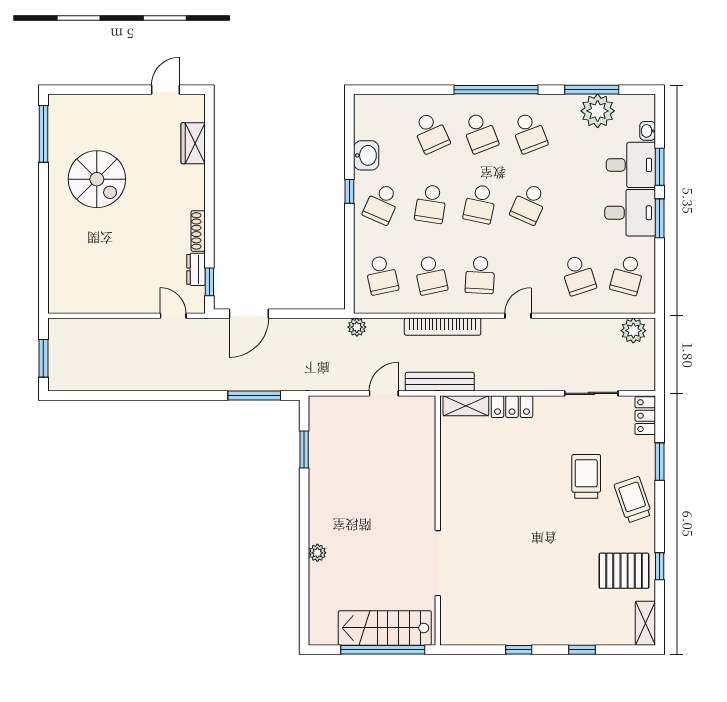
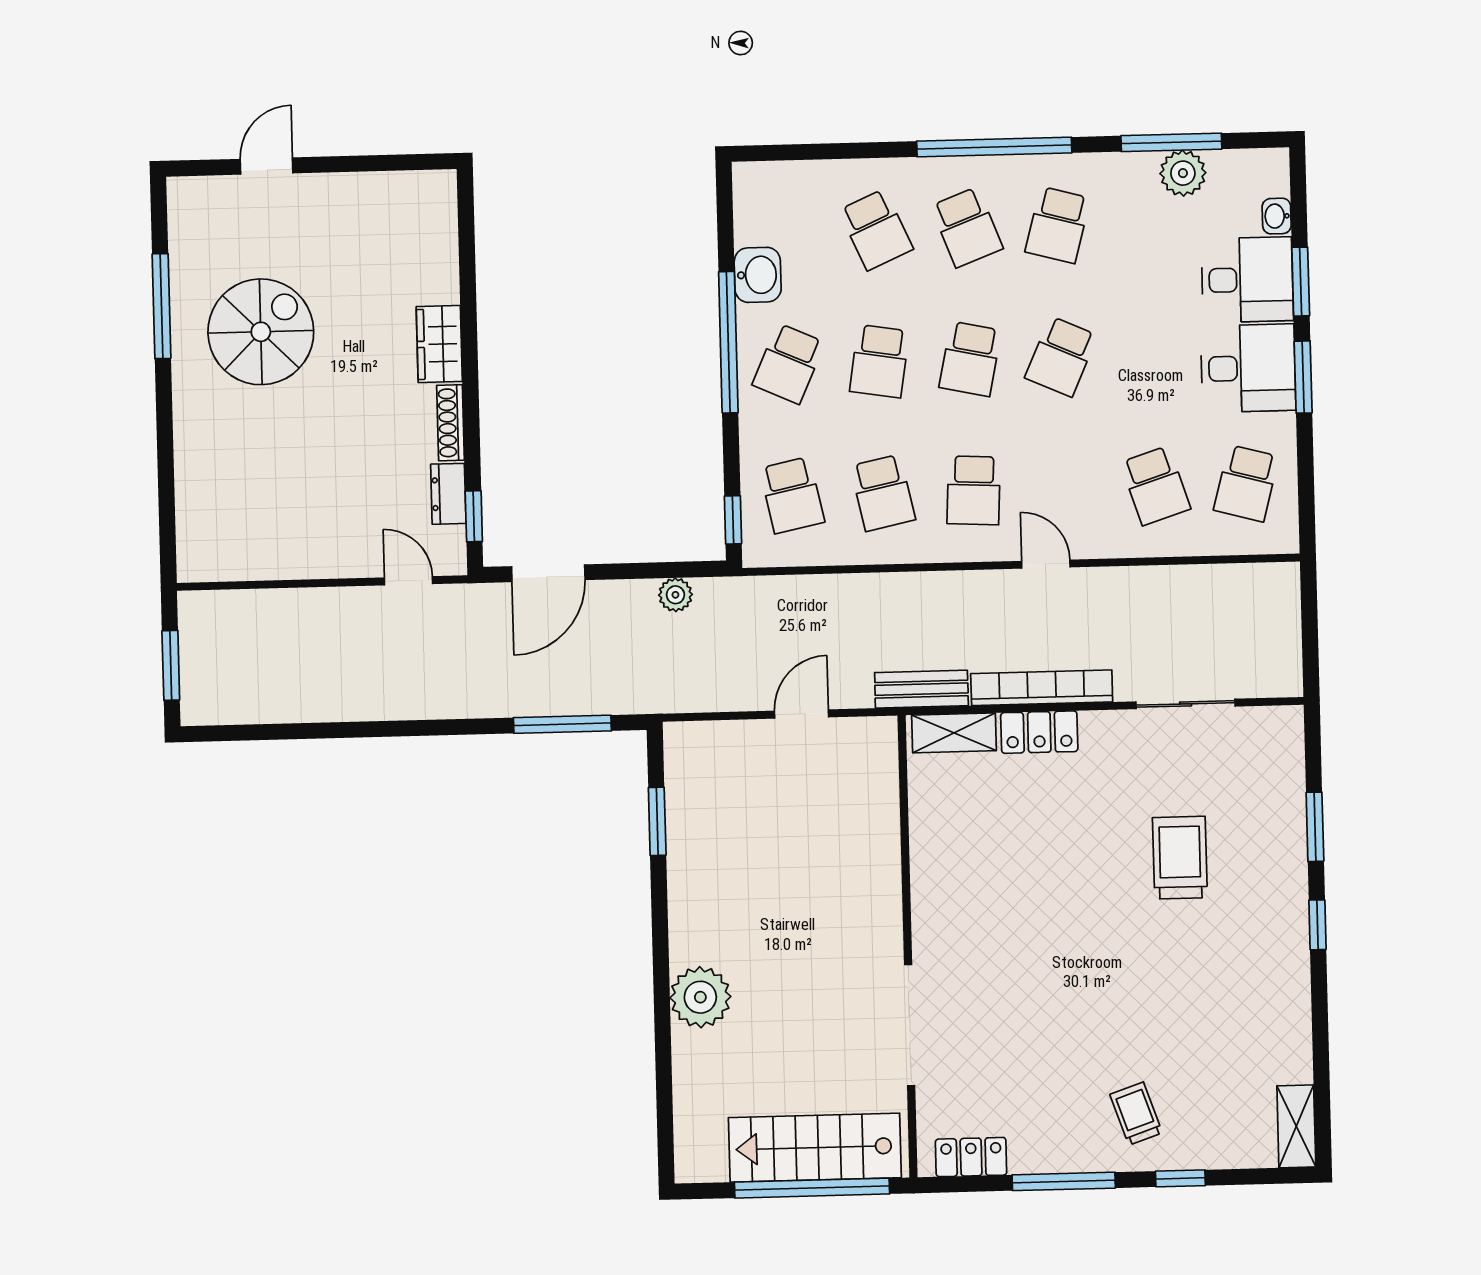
door: (166, 90) -> (266, 166), moved
plant: (598, 111) -> (1183, 173), width x0.73, depth x0.73
school desk: (529, 133) -> (1058, 225), turned 36
window: (43, 134) -> (161, 306), moved
wardrobe: (193, 143) -> (439, 344), moved
spiral stairs: (97, 179) -> (261, 332), turned -90
window: (349, 191) -> (728, 342), width x3.17
window: (349, 287) -> (733, 520), added
door: (518, 316) -> (1046, 564), hinge flipped
plant: (357, 327) -> (675, 595), moved
bookcase: (443, 327) -> (1042, 688), moved, turned 180
plant: (633, 331) -> (1260, 586), removed
bench: (440, 382) -> (921, 689), width x0.73
locker: (645, 416) -> (971, 1157), moved, turned 90
trolley: (633, 500) -> (1136, 1114), moved, width x0.73, depth x0.72
plant: (317, 553) -> (700, 997), width x1.88, depth x1.88
window: (660, 566) -> (1317, 925), moved
pallet: (624, 571) -> (1254, 1030), removed
window: (519, 650) -> (1064, 1181), width x2.17

